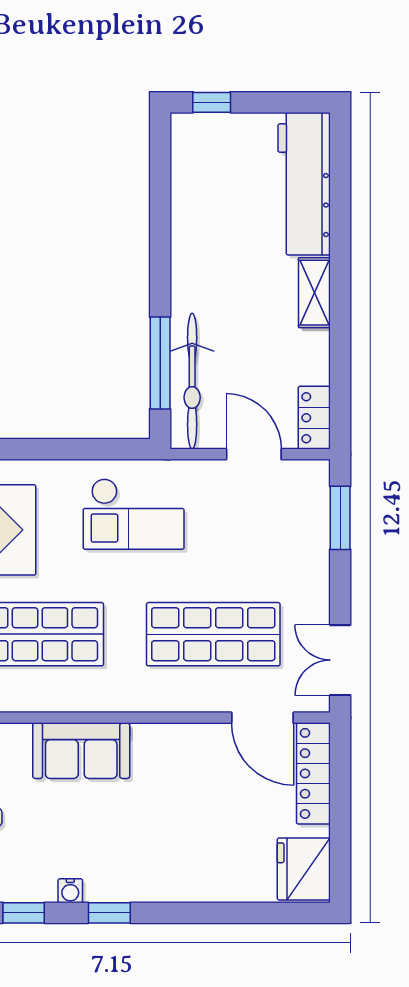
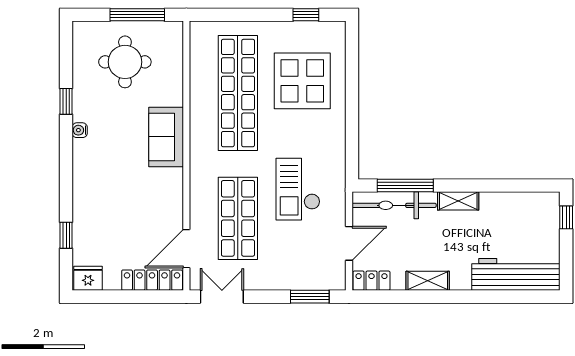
shelving: (185, 277) -> (458, 201), added
shelving: (314, 293) -> (428, 281), moved
checkout: (134, 514) -> (298, 189), moved
fridge: (304, 869) -> (88, 278), width x0.73, depth x0.75
window: (109, 913) -> (66, 235), moved

